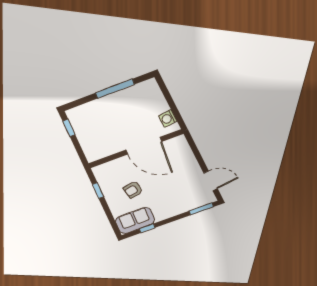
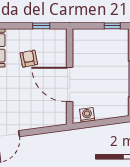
door: (144, 146) -> (70, 85), hinge flipped

